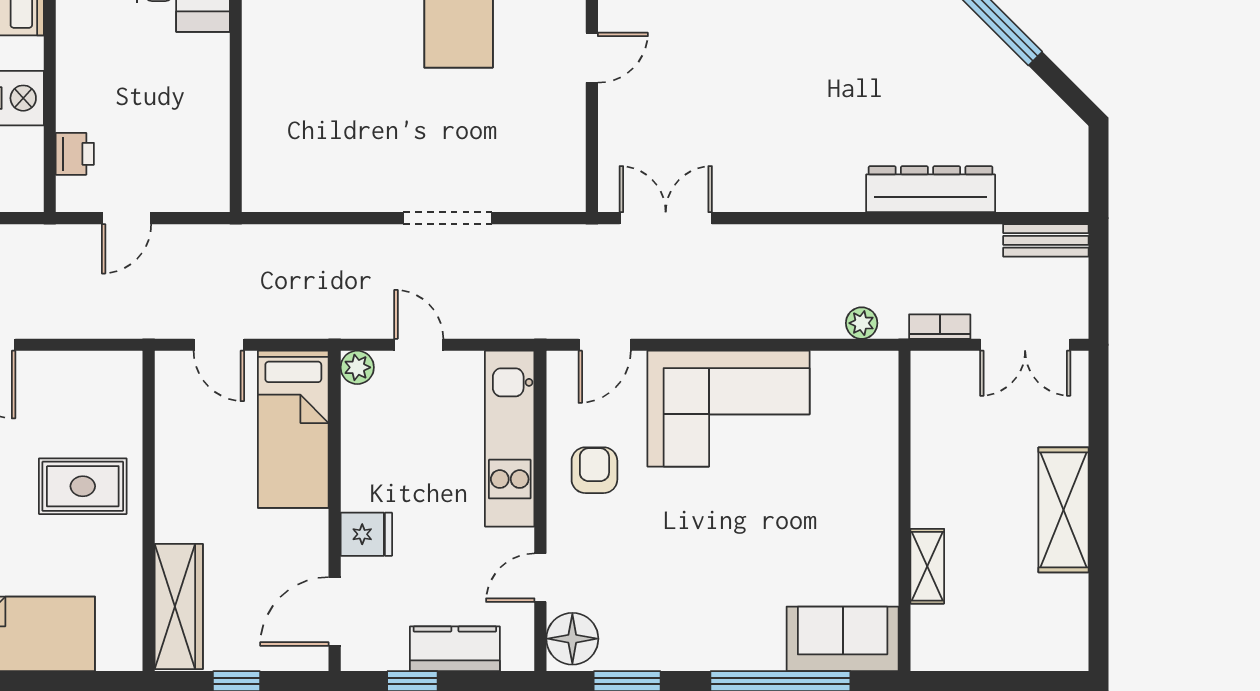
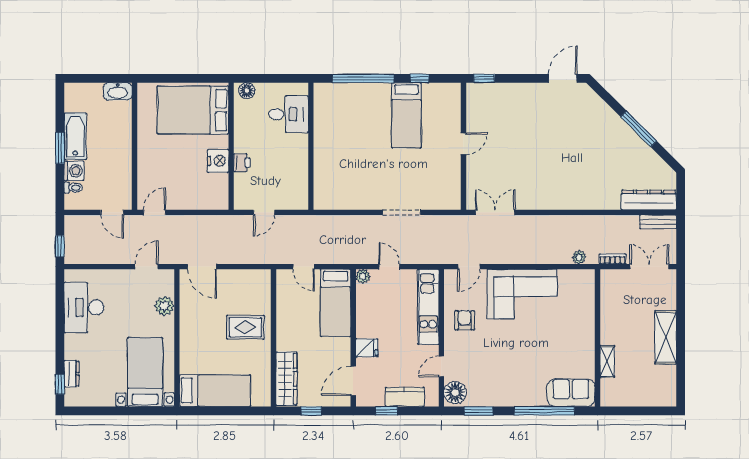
printer: (75, 154) -> (242, 163), moved
dresser: (931, 189) -> (649, 200), moved
double door: (1025, 345) -> (649, 267), swing flipped

